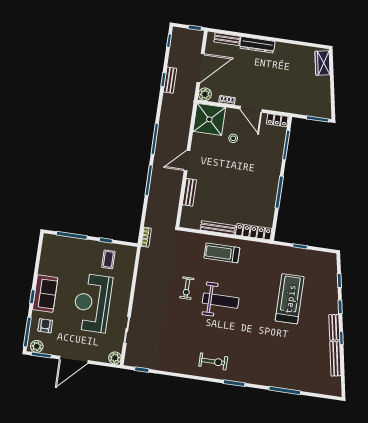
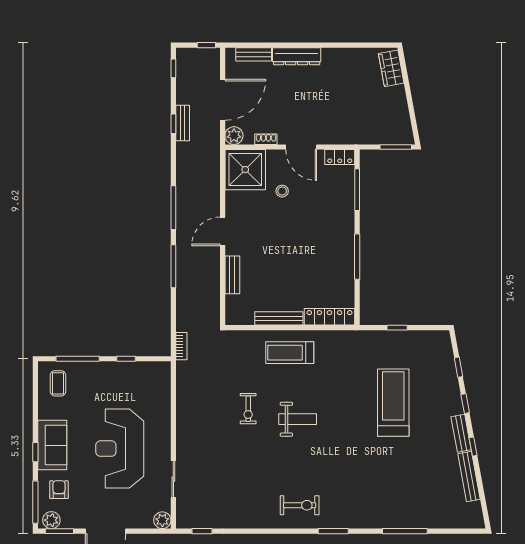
coffee table: (108, 259) -> (58, 383), moved
weight bench: (221, 301) -> (298, 419), width x0.73, depth x0.75

